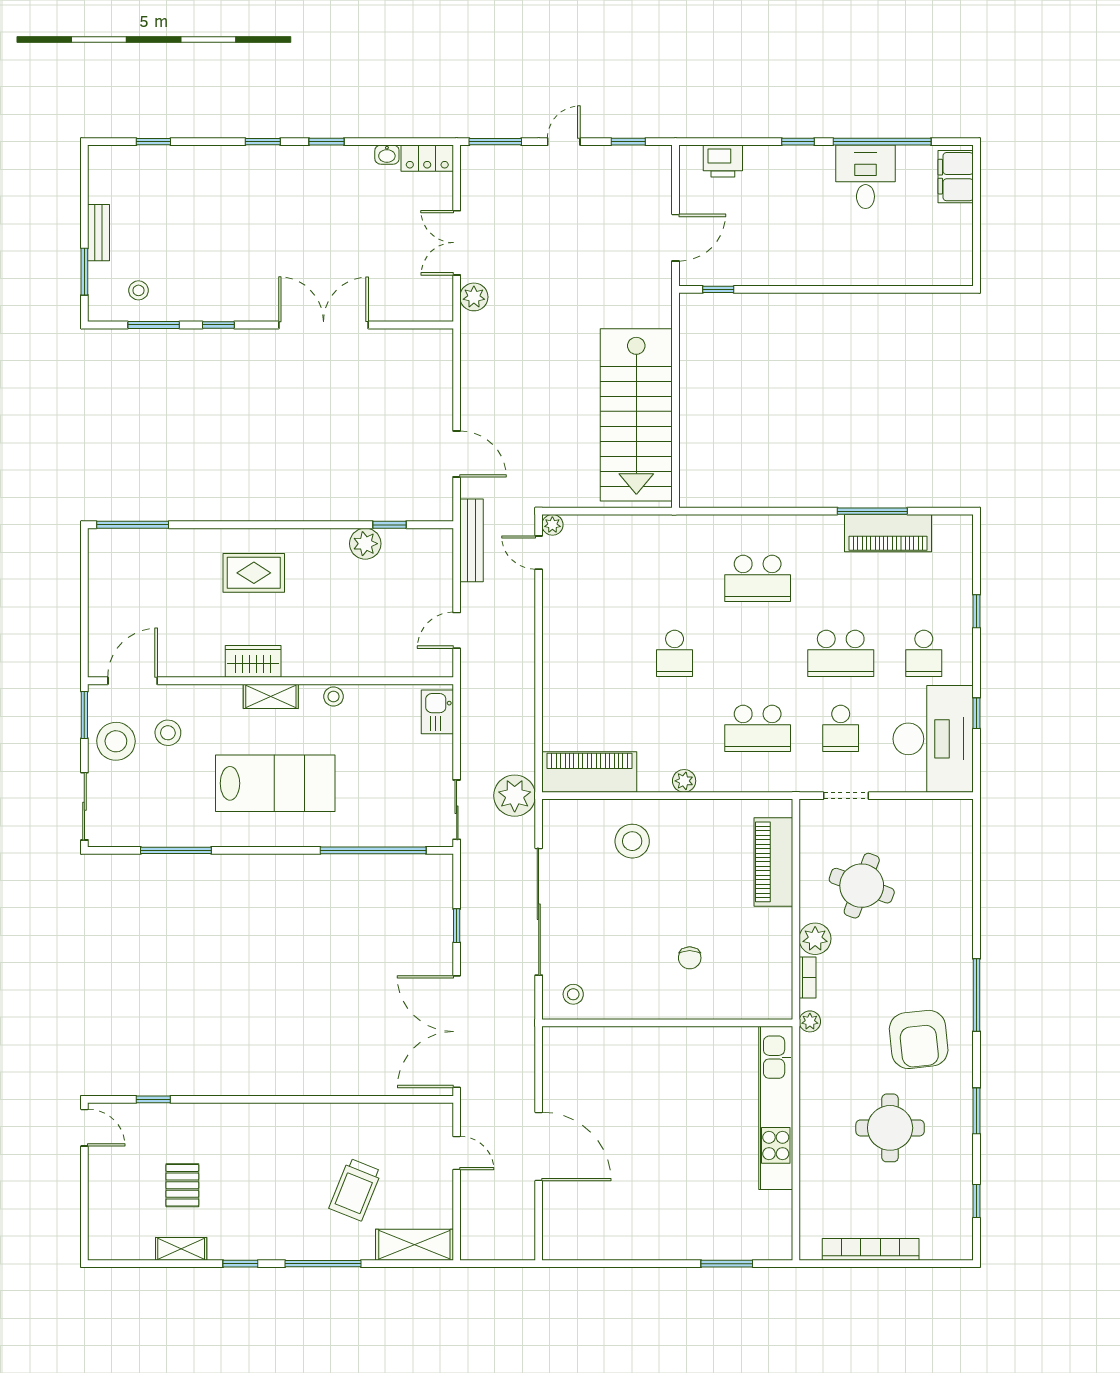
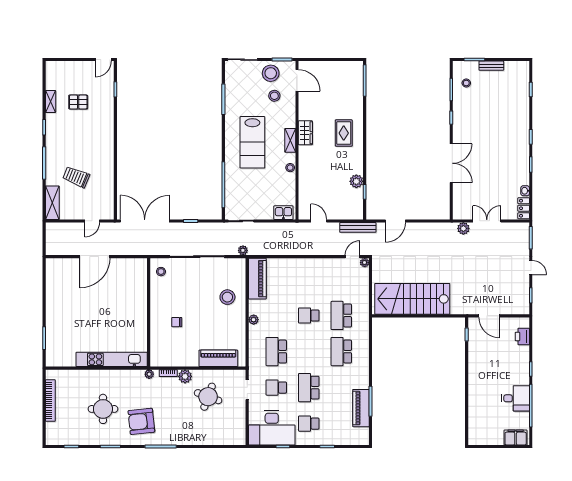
school desk: (675, 578) -> (341, 315), added
plant: (515, 796) -> (243, 250), width x0.53, depth x0.53

